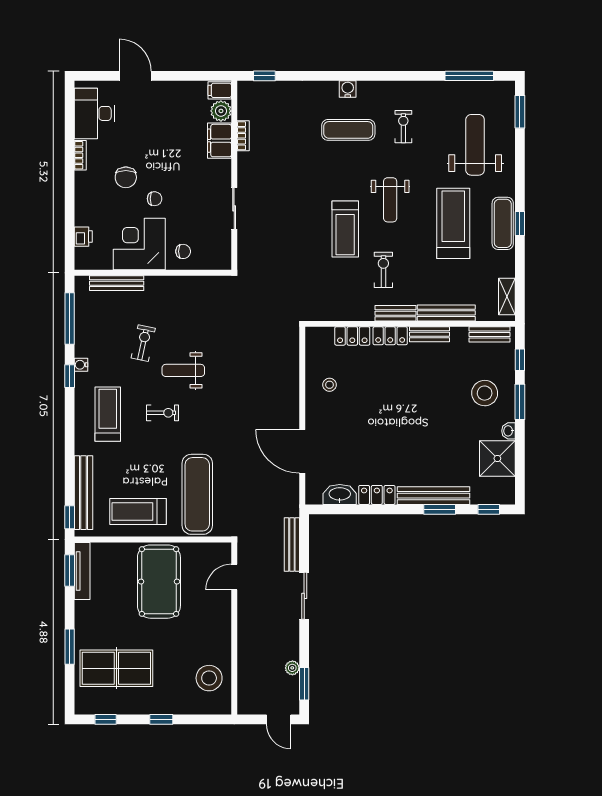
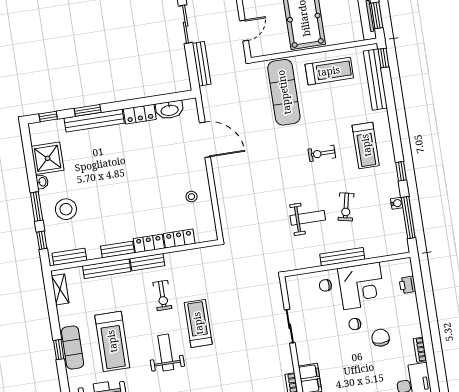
bench: (117, 283) -> (342, 257), moved
water cooler: (81, 365) -> (397, 203), moved
weight bench: (183, 370) -> (308, 218), moved

